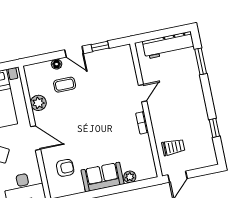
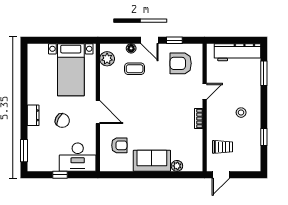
armchair: (112, 69) -> (181, 63), added
plant: (38, 103) -> (107, 59), moved
stool: (185, 107) -> (241, 113), added

